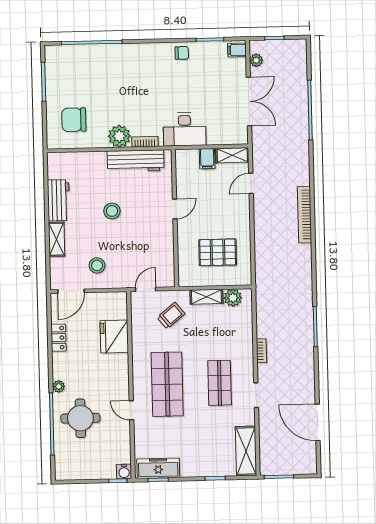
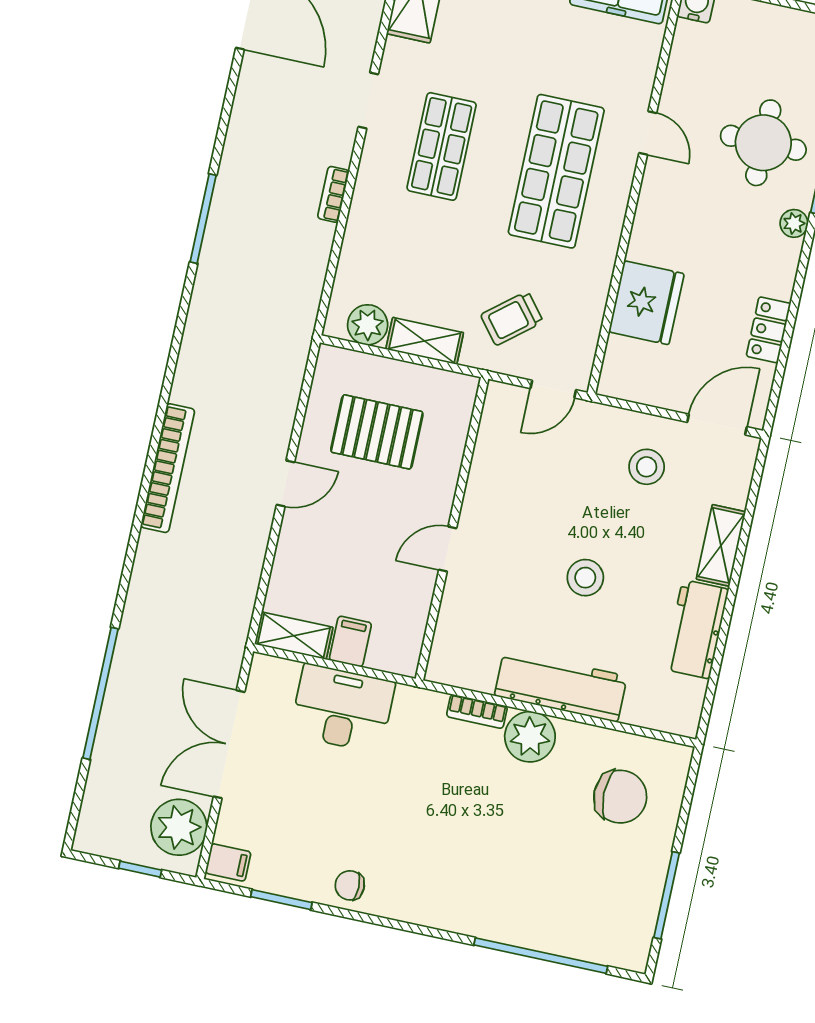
plant: (256, 60) -> (179, 827), width x1.87, depth x1.87
desk: (185, 129) -> (342, 708), moved
workbench: (136, 161) -> (561, 686), moved
door: (251, 183) -> (285, 484), moved

